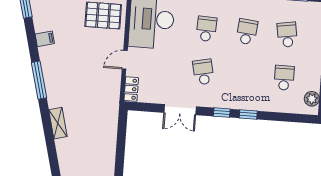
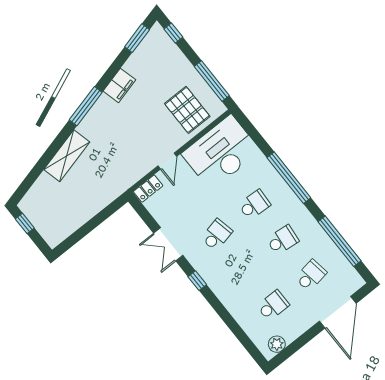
filing cabinet: (45, 39) -> (119, 85), width x2.00
door: (125, 60) -> (167, 161), swing flipped
window: (248, 115) -> (216, 304), removed
shelving: (58, 123) -> (67, 156), width x1.50, depth x1.33

